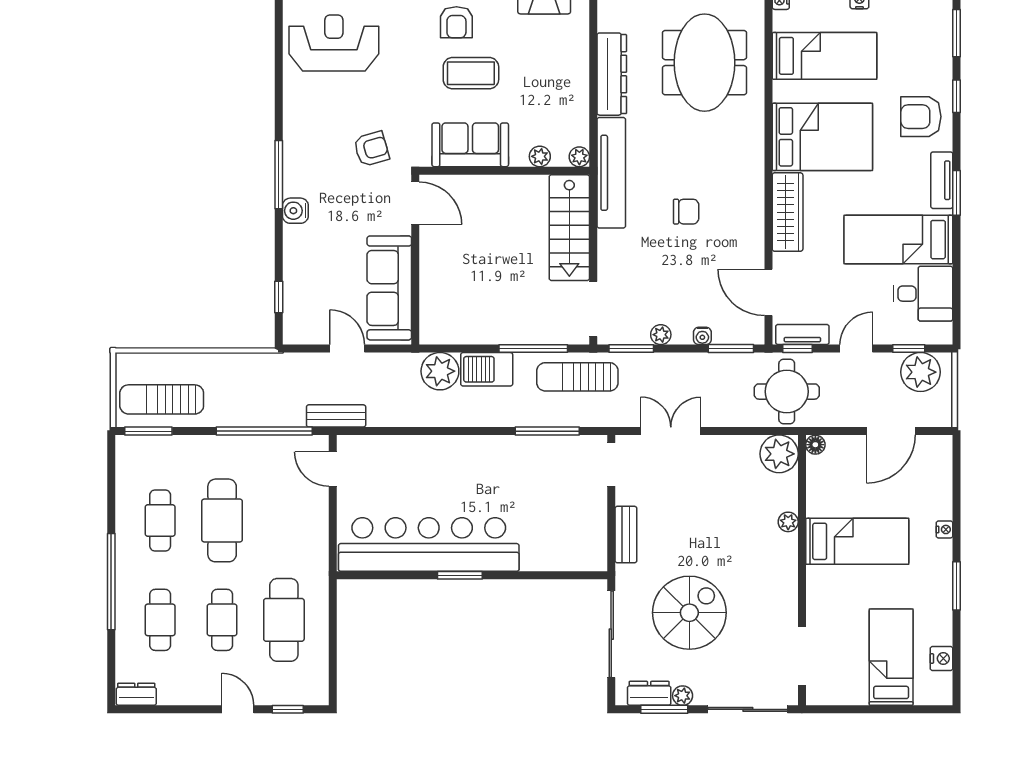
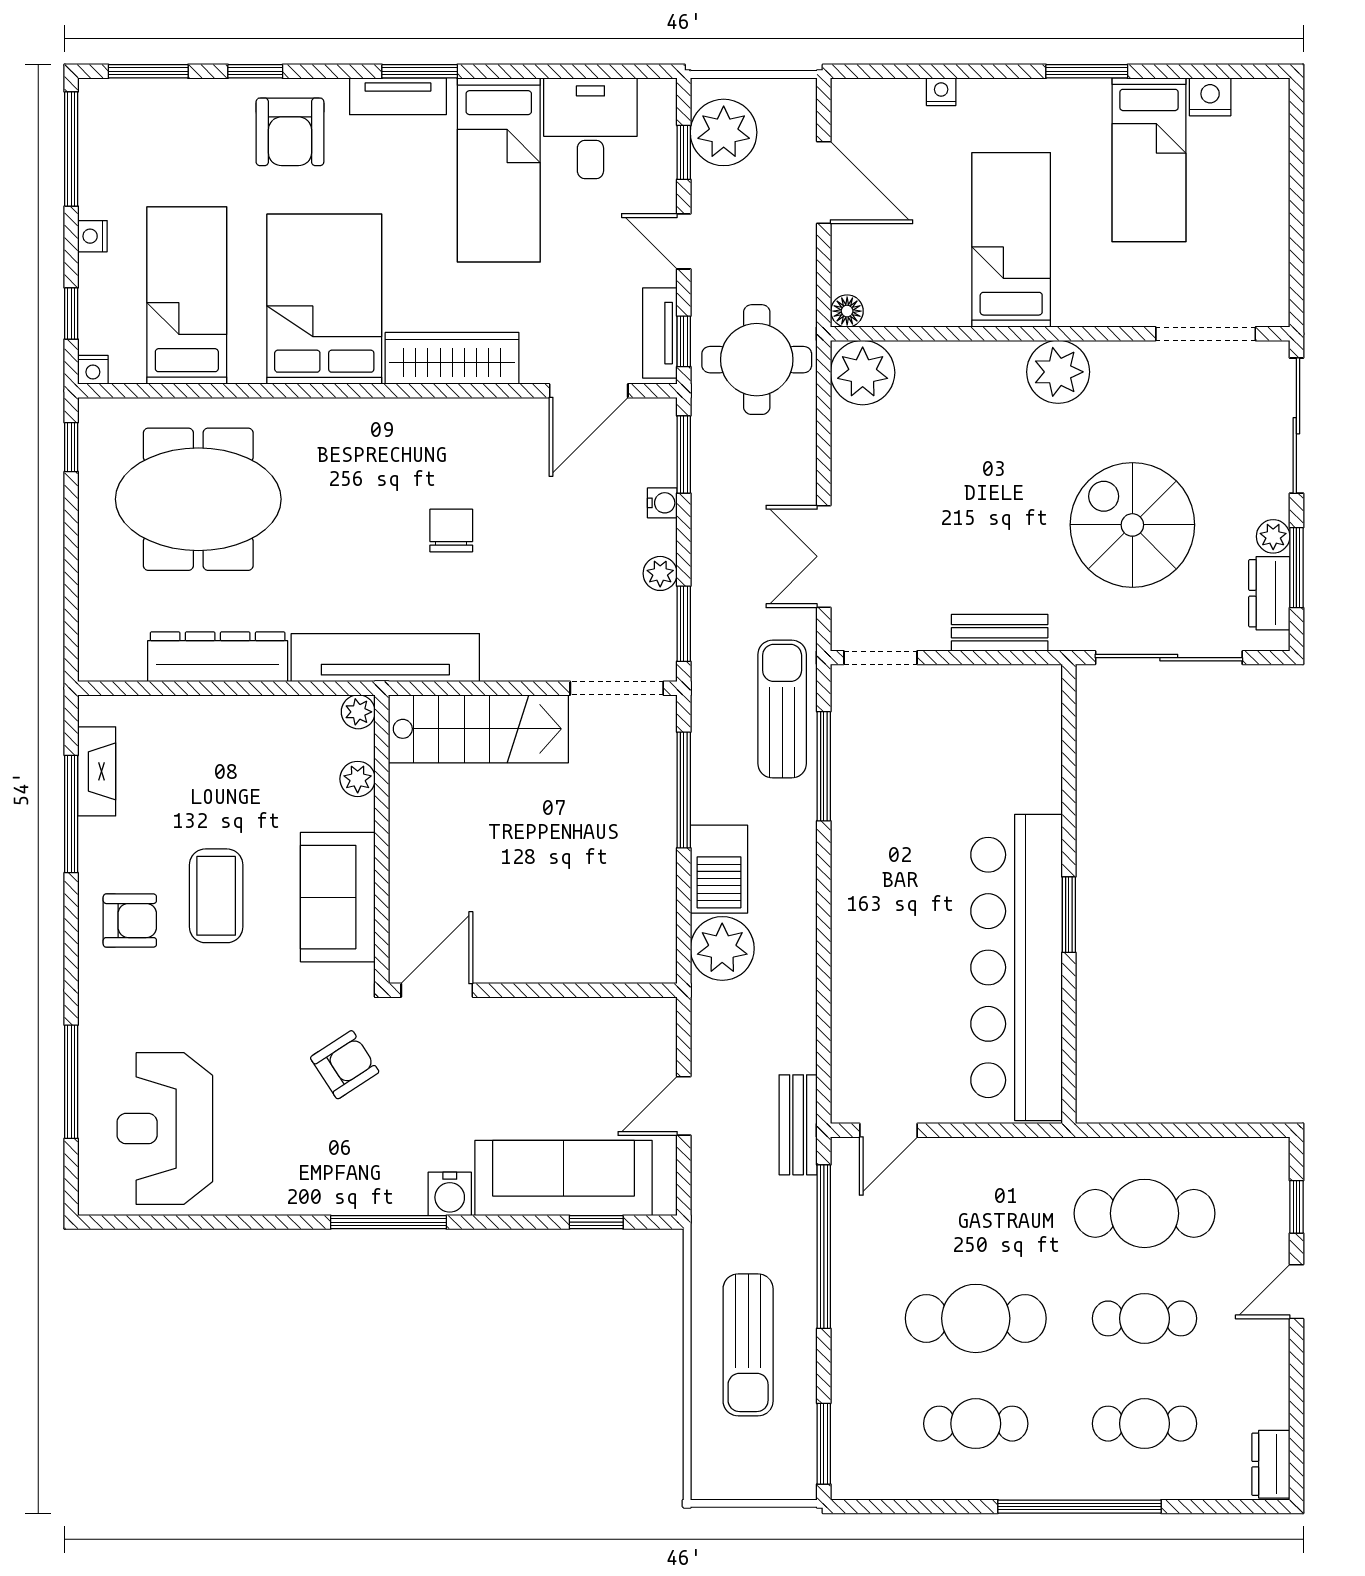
armchair: (371, 149) -> (345, 1065), turned 73
sofa: (389, 288) -> (563, 1178), moved, turned 180
sun lounger: (577, 377) -> (782, 709), moved, turned 180
sun lounger: (162, 399) -> (748, 1345), moved
plant: (788, 522) -> (1058, 372), moved, width x1.88, depth x1.88
nightstand: (945, 529) -> (941, 92), moved
bed: (891, 657) -> (1149, 160), moved, turned -90

